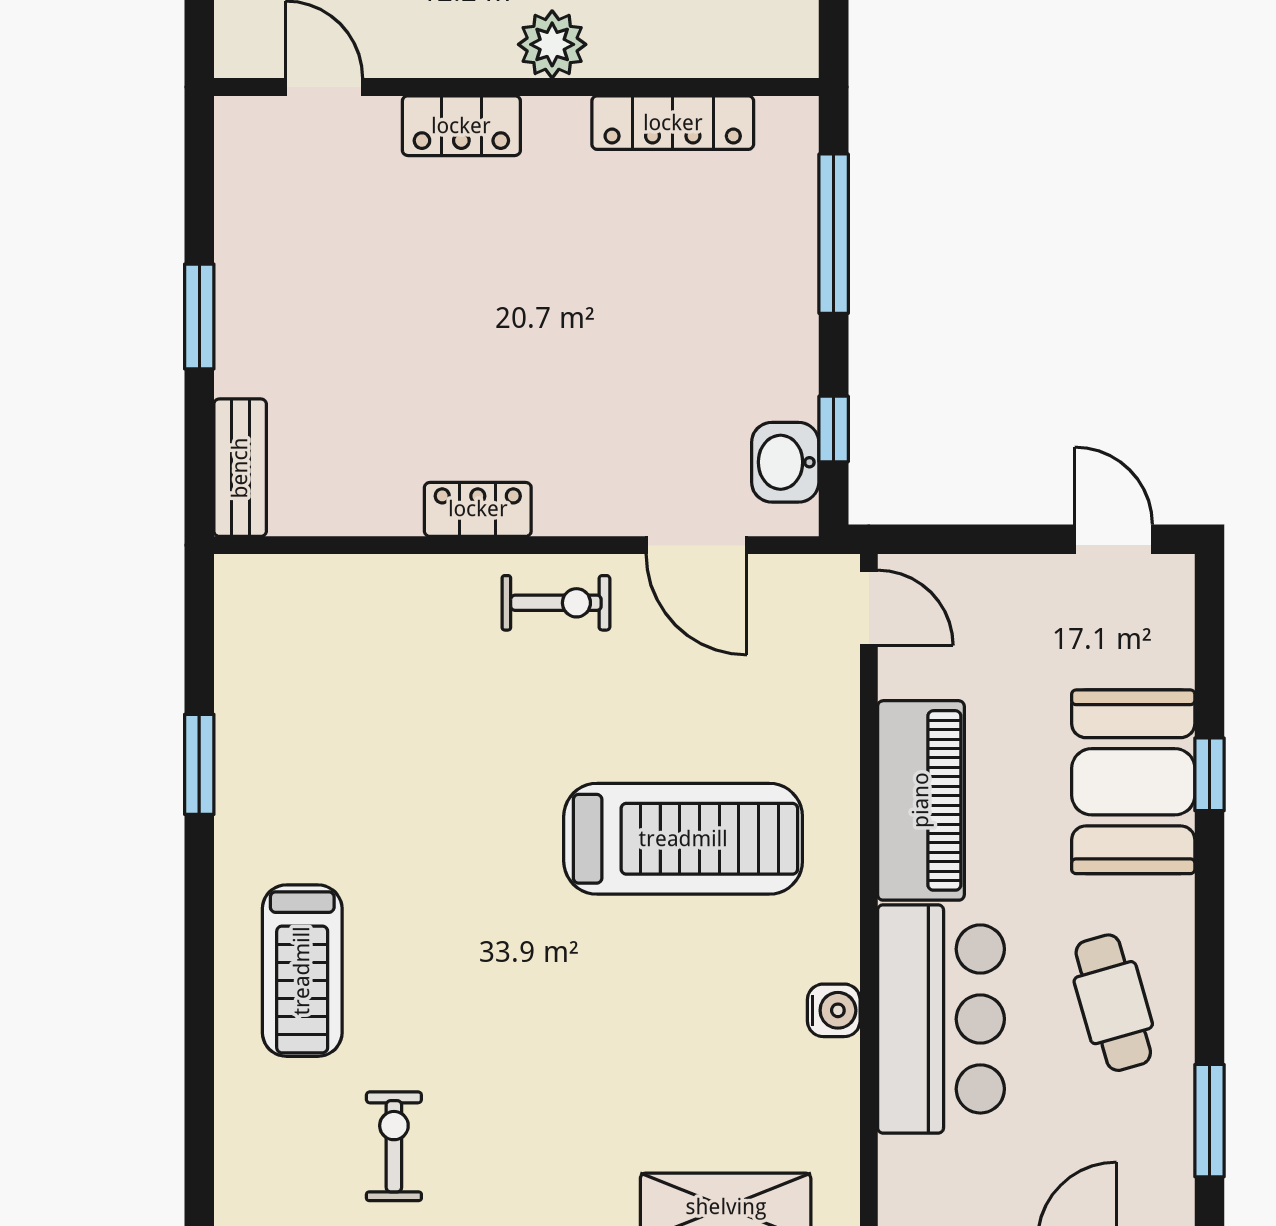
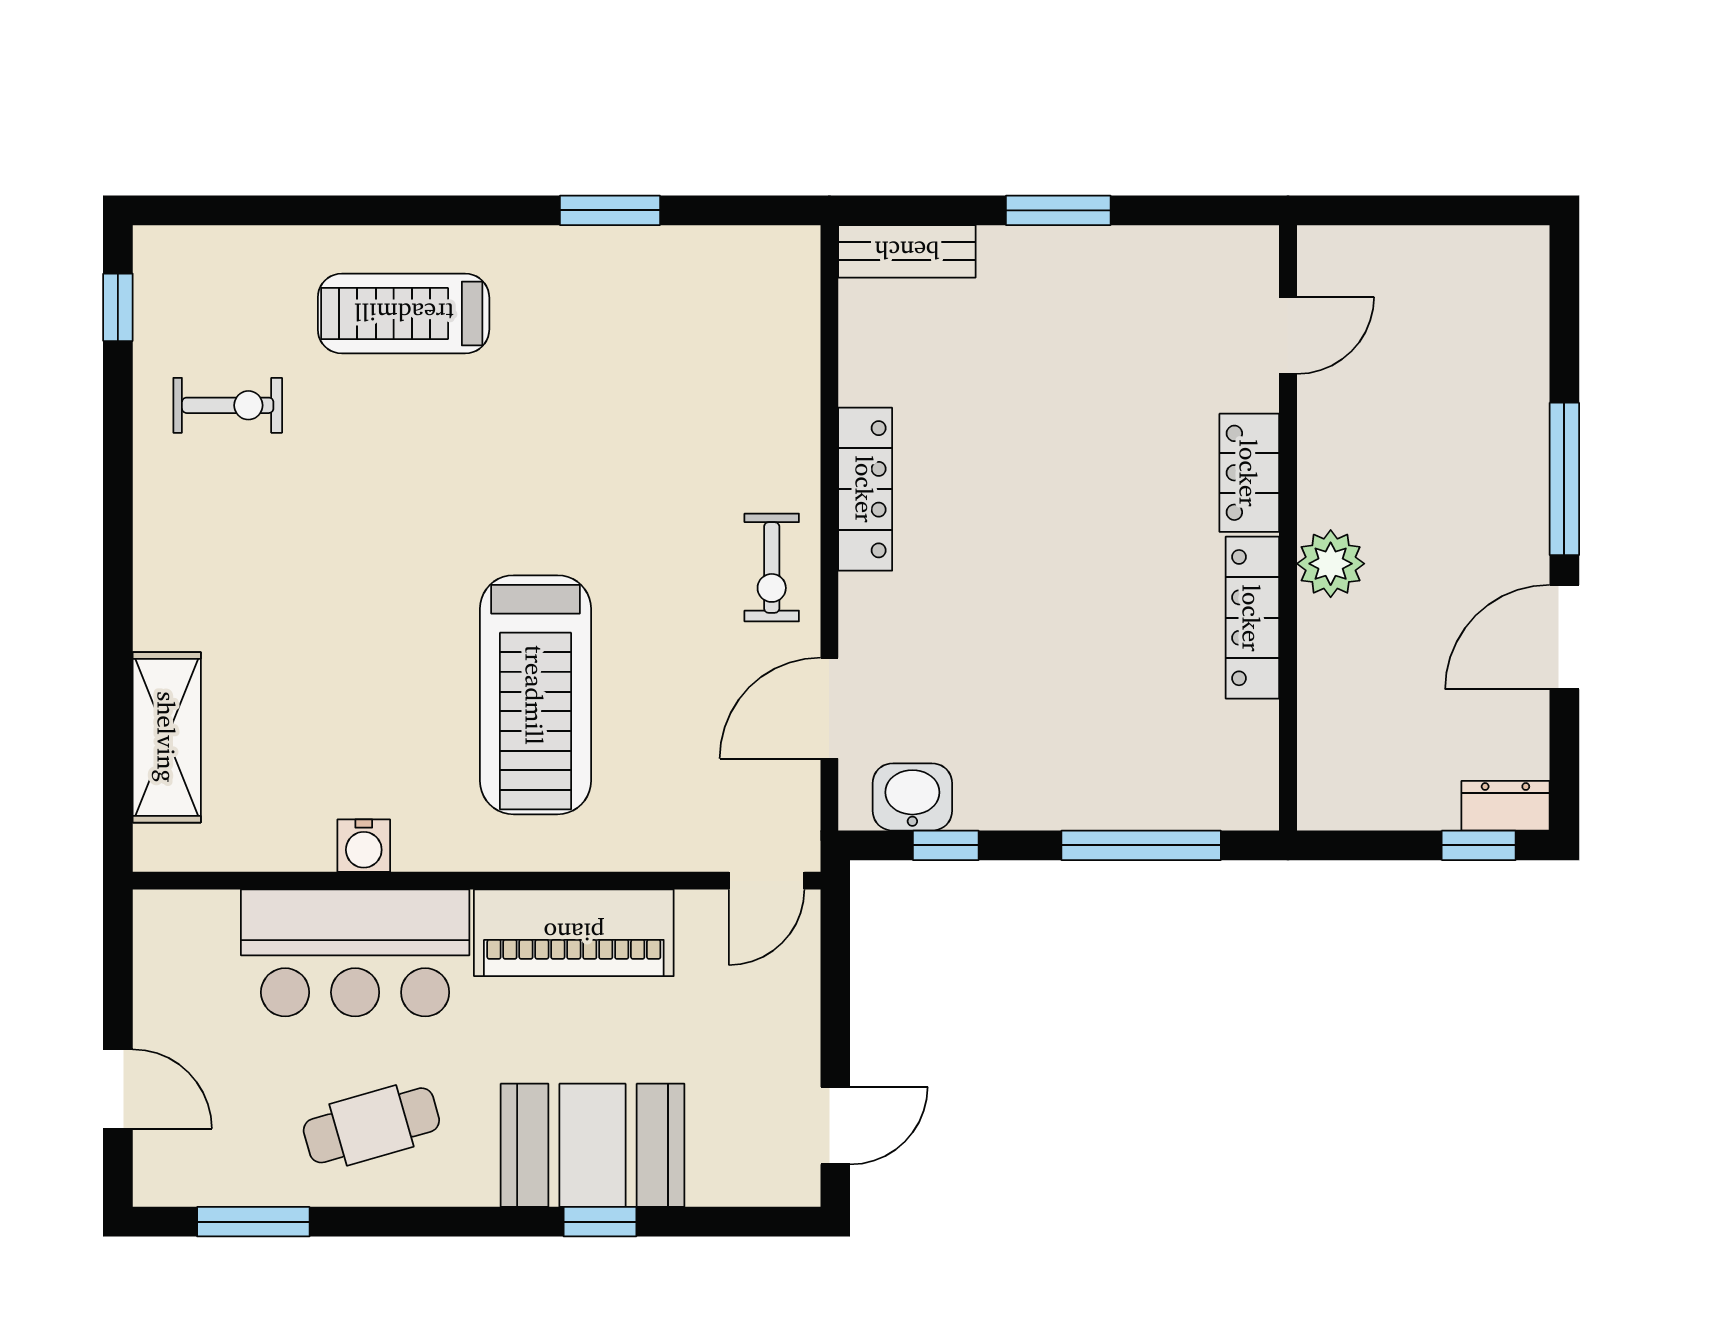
locker: (673, 123) -> (1252, 618), moved
locker: (478, 509) -> (865, 489), width x1.53

